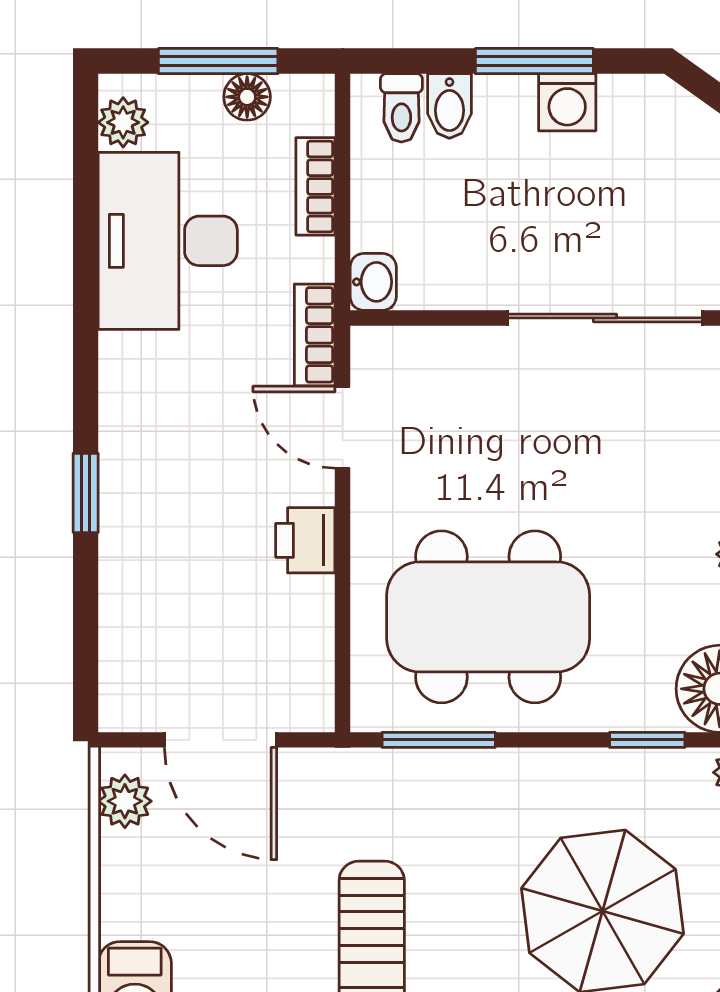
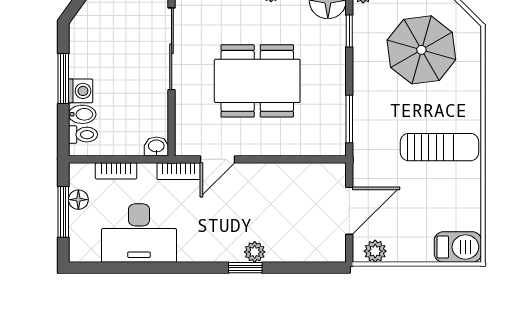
washing machine: (567, 102) -> (81, 91), moved
plant: (123, 122) -> (255, 252), moved
printer: (305, 540) -> (265, 175), removed
dining table: (488, 617) -> (257, 81), moved, turned 90

